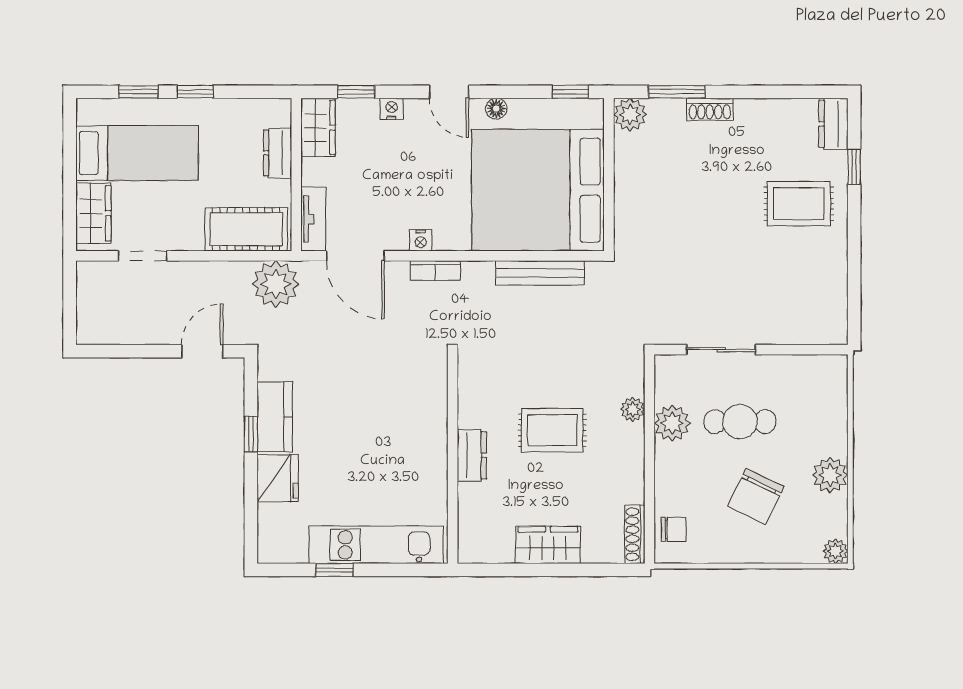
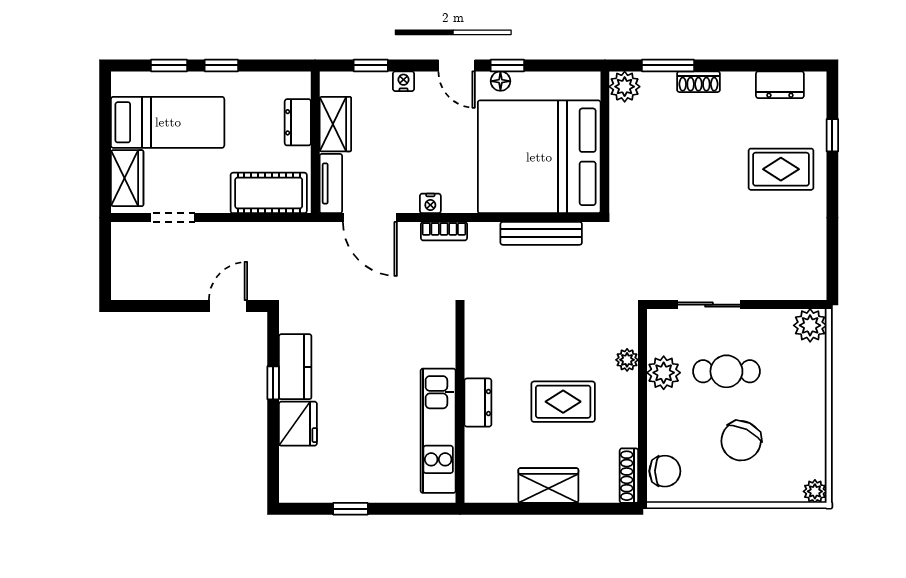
window: (571, 92) -> (507, 65), moved
dresser: (833, 124) -> (780, 85), moved, turned -90
wardrobe: (318, 128) -> (335, 124), moved
plant: (276, 284) -> (296, 244), removed
rug: (552, 430) -> (563, 402), moved
plant: (830, 475) -> (810, 325), moved
chair: (674, 529) -> (665, 471), width x1.37, depth x1.37
kitchen unit: (376, 545) -> (438, 431), moved, turned -90

